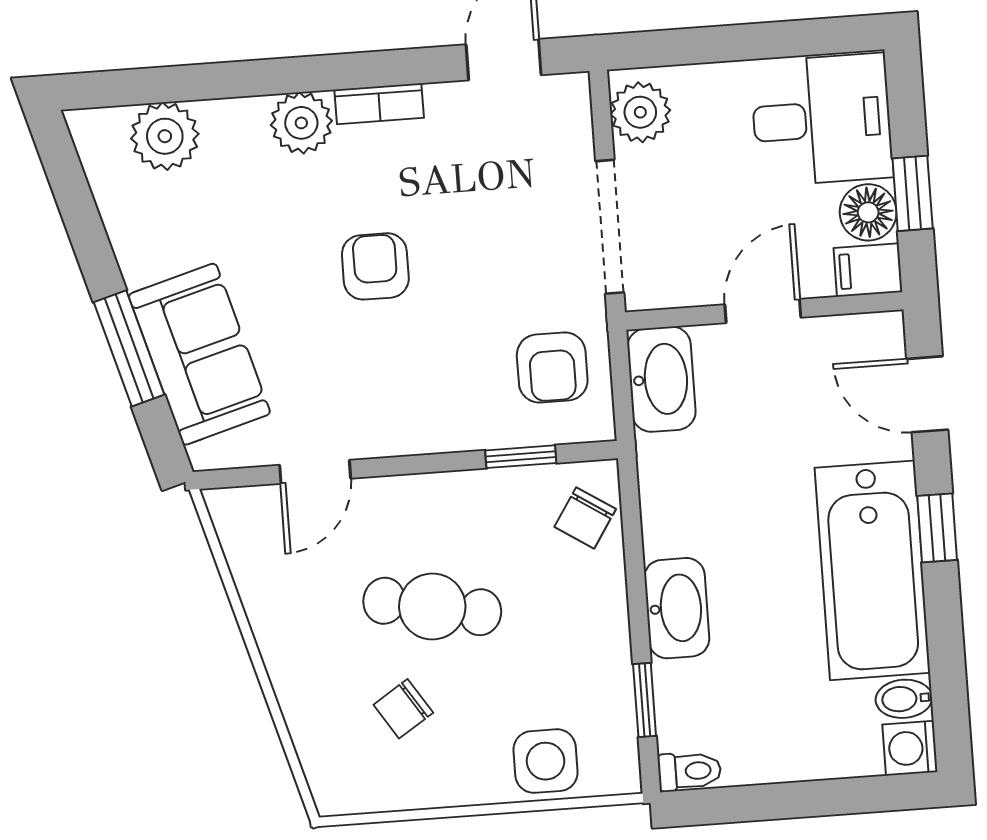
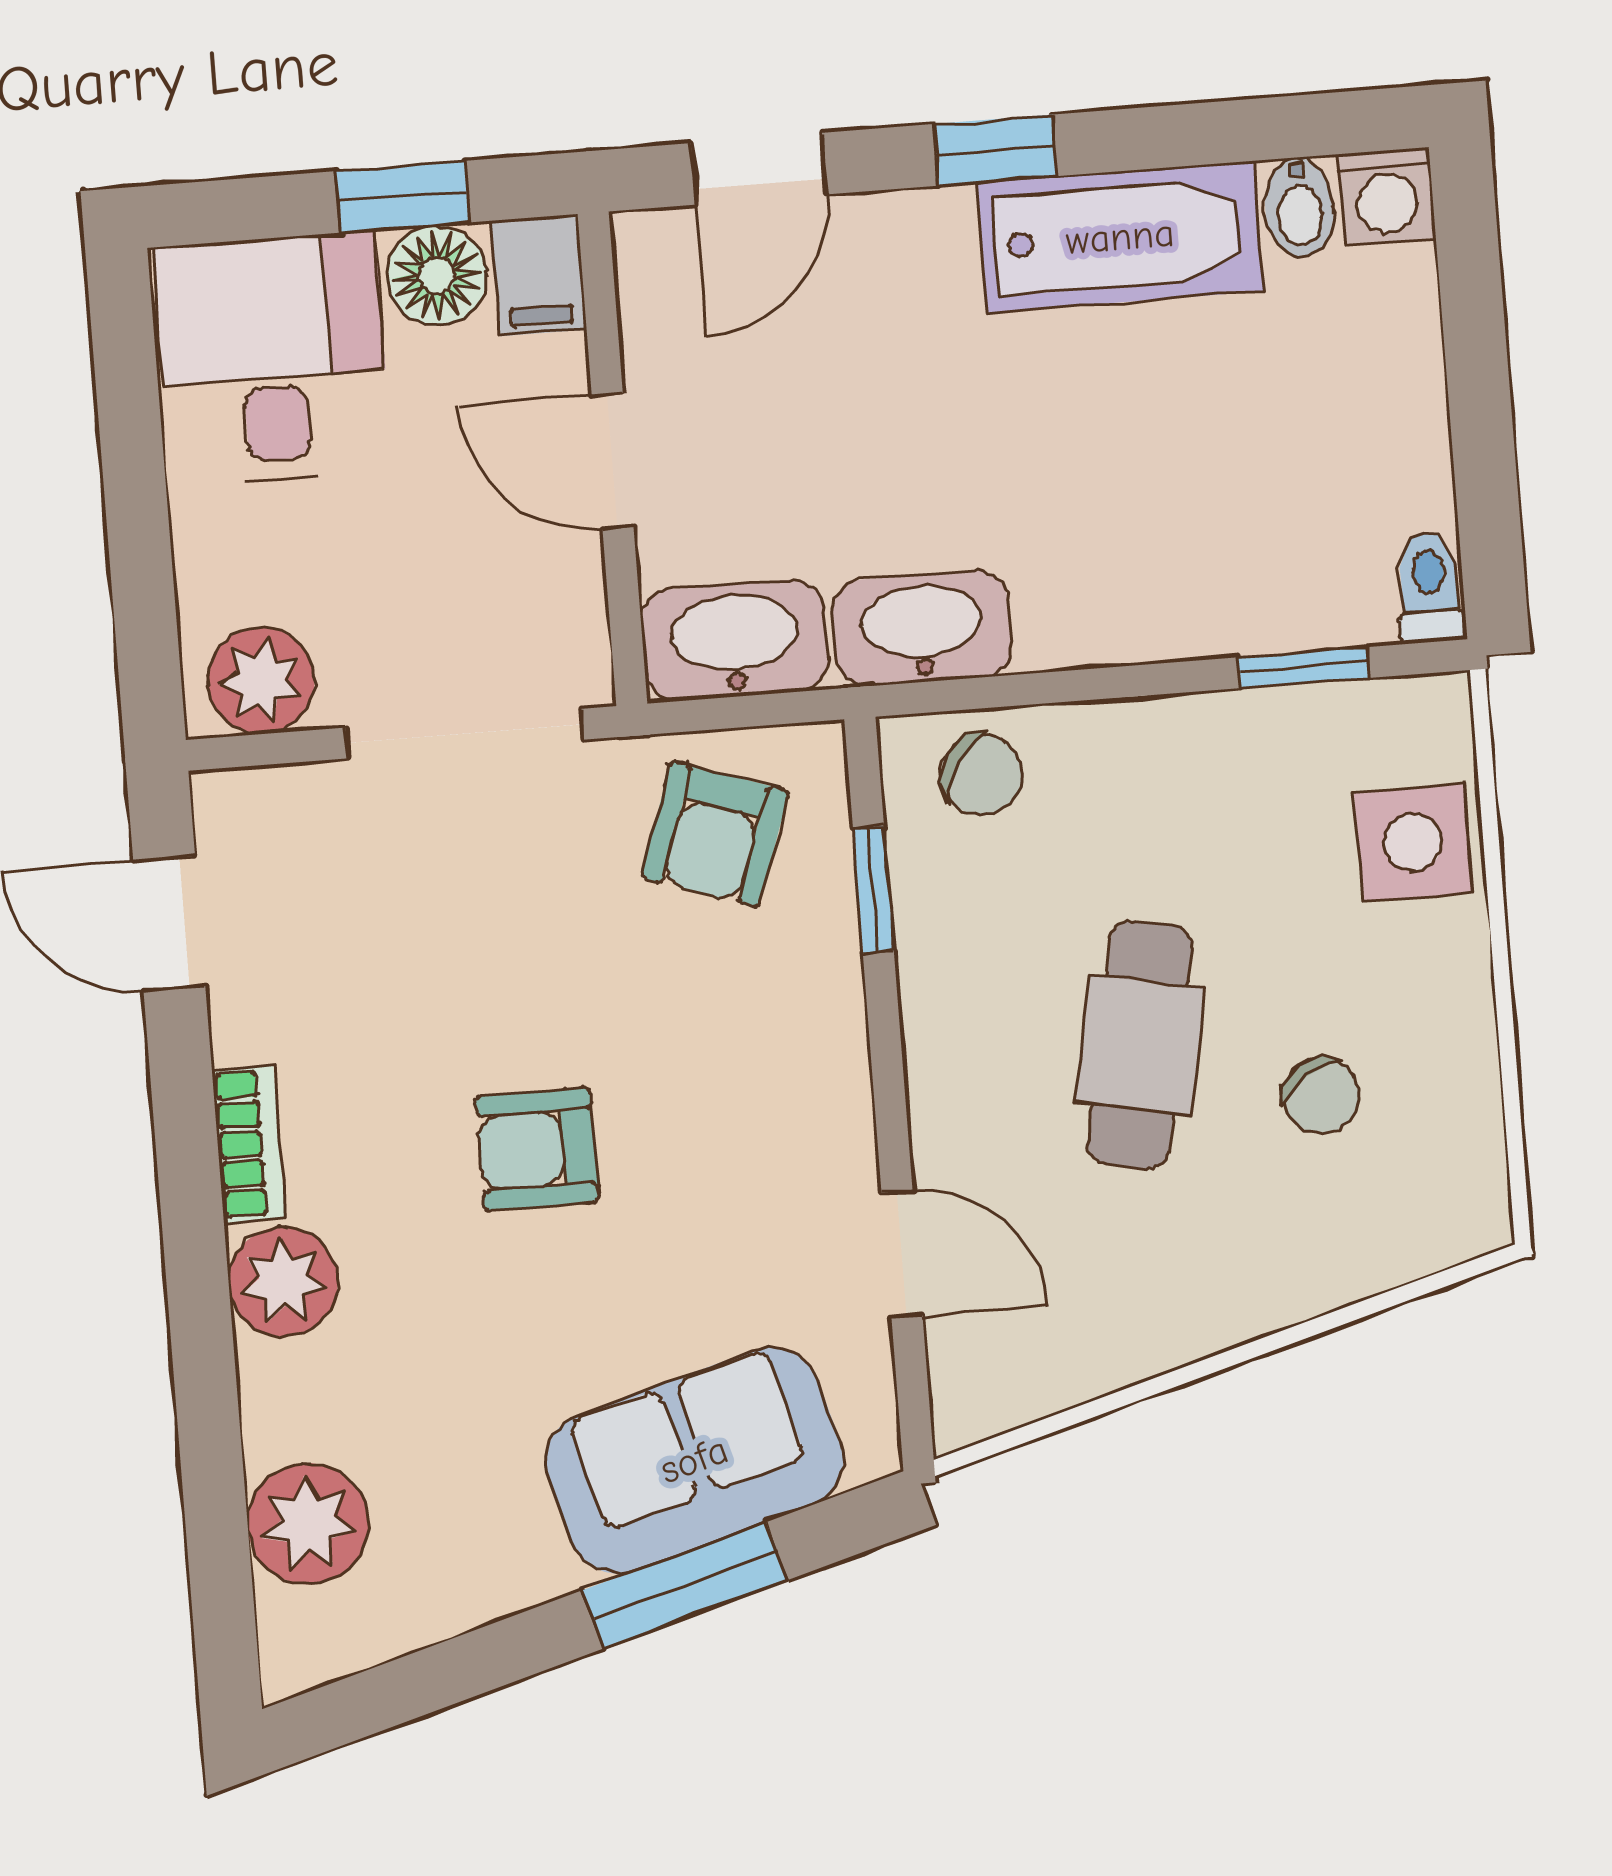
armchair: (552, 368) -> (715, 834), turned 109
bathtub: (872, 570) -> (1120, 237), width x0.73, depth x0.73
washbasin: (677, 608) -> (922, 628), moved

